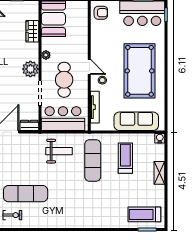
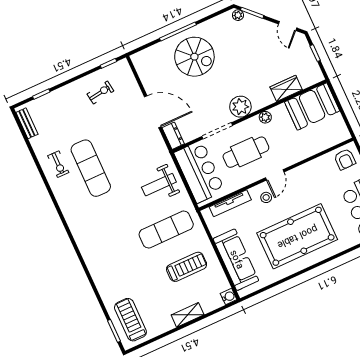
weight bench: (59, 151) -> (159, 185), turned 90

